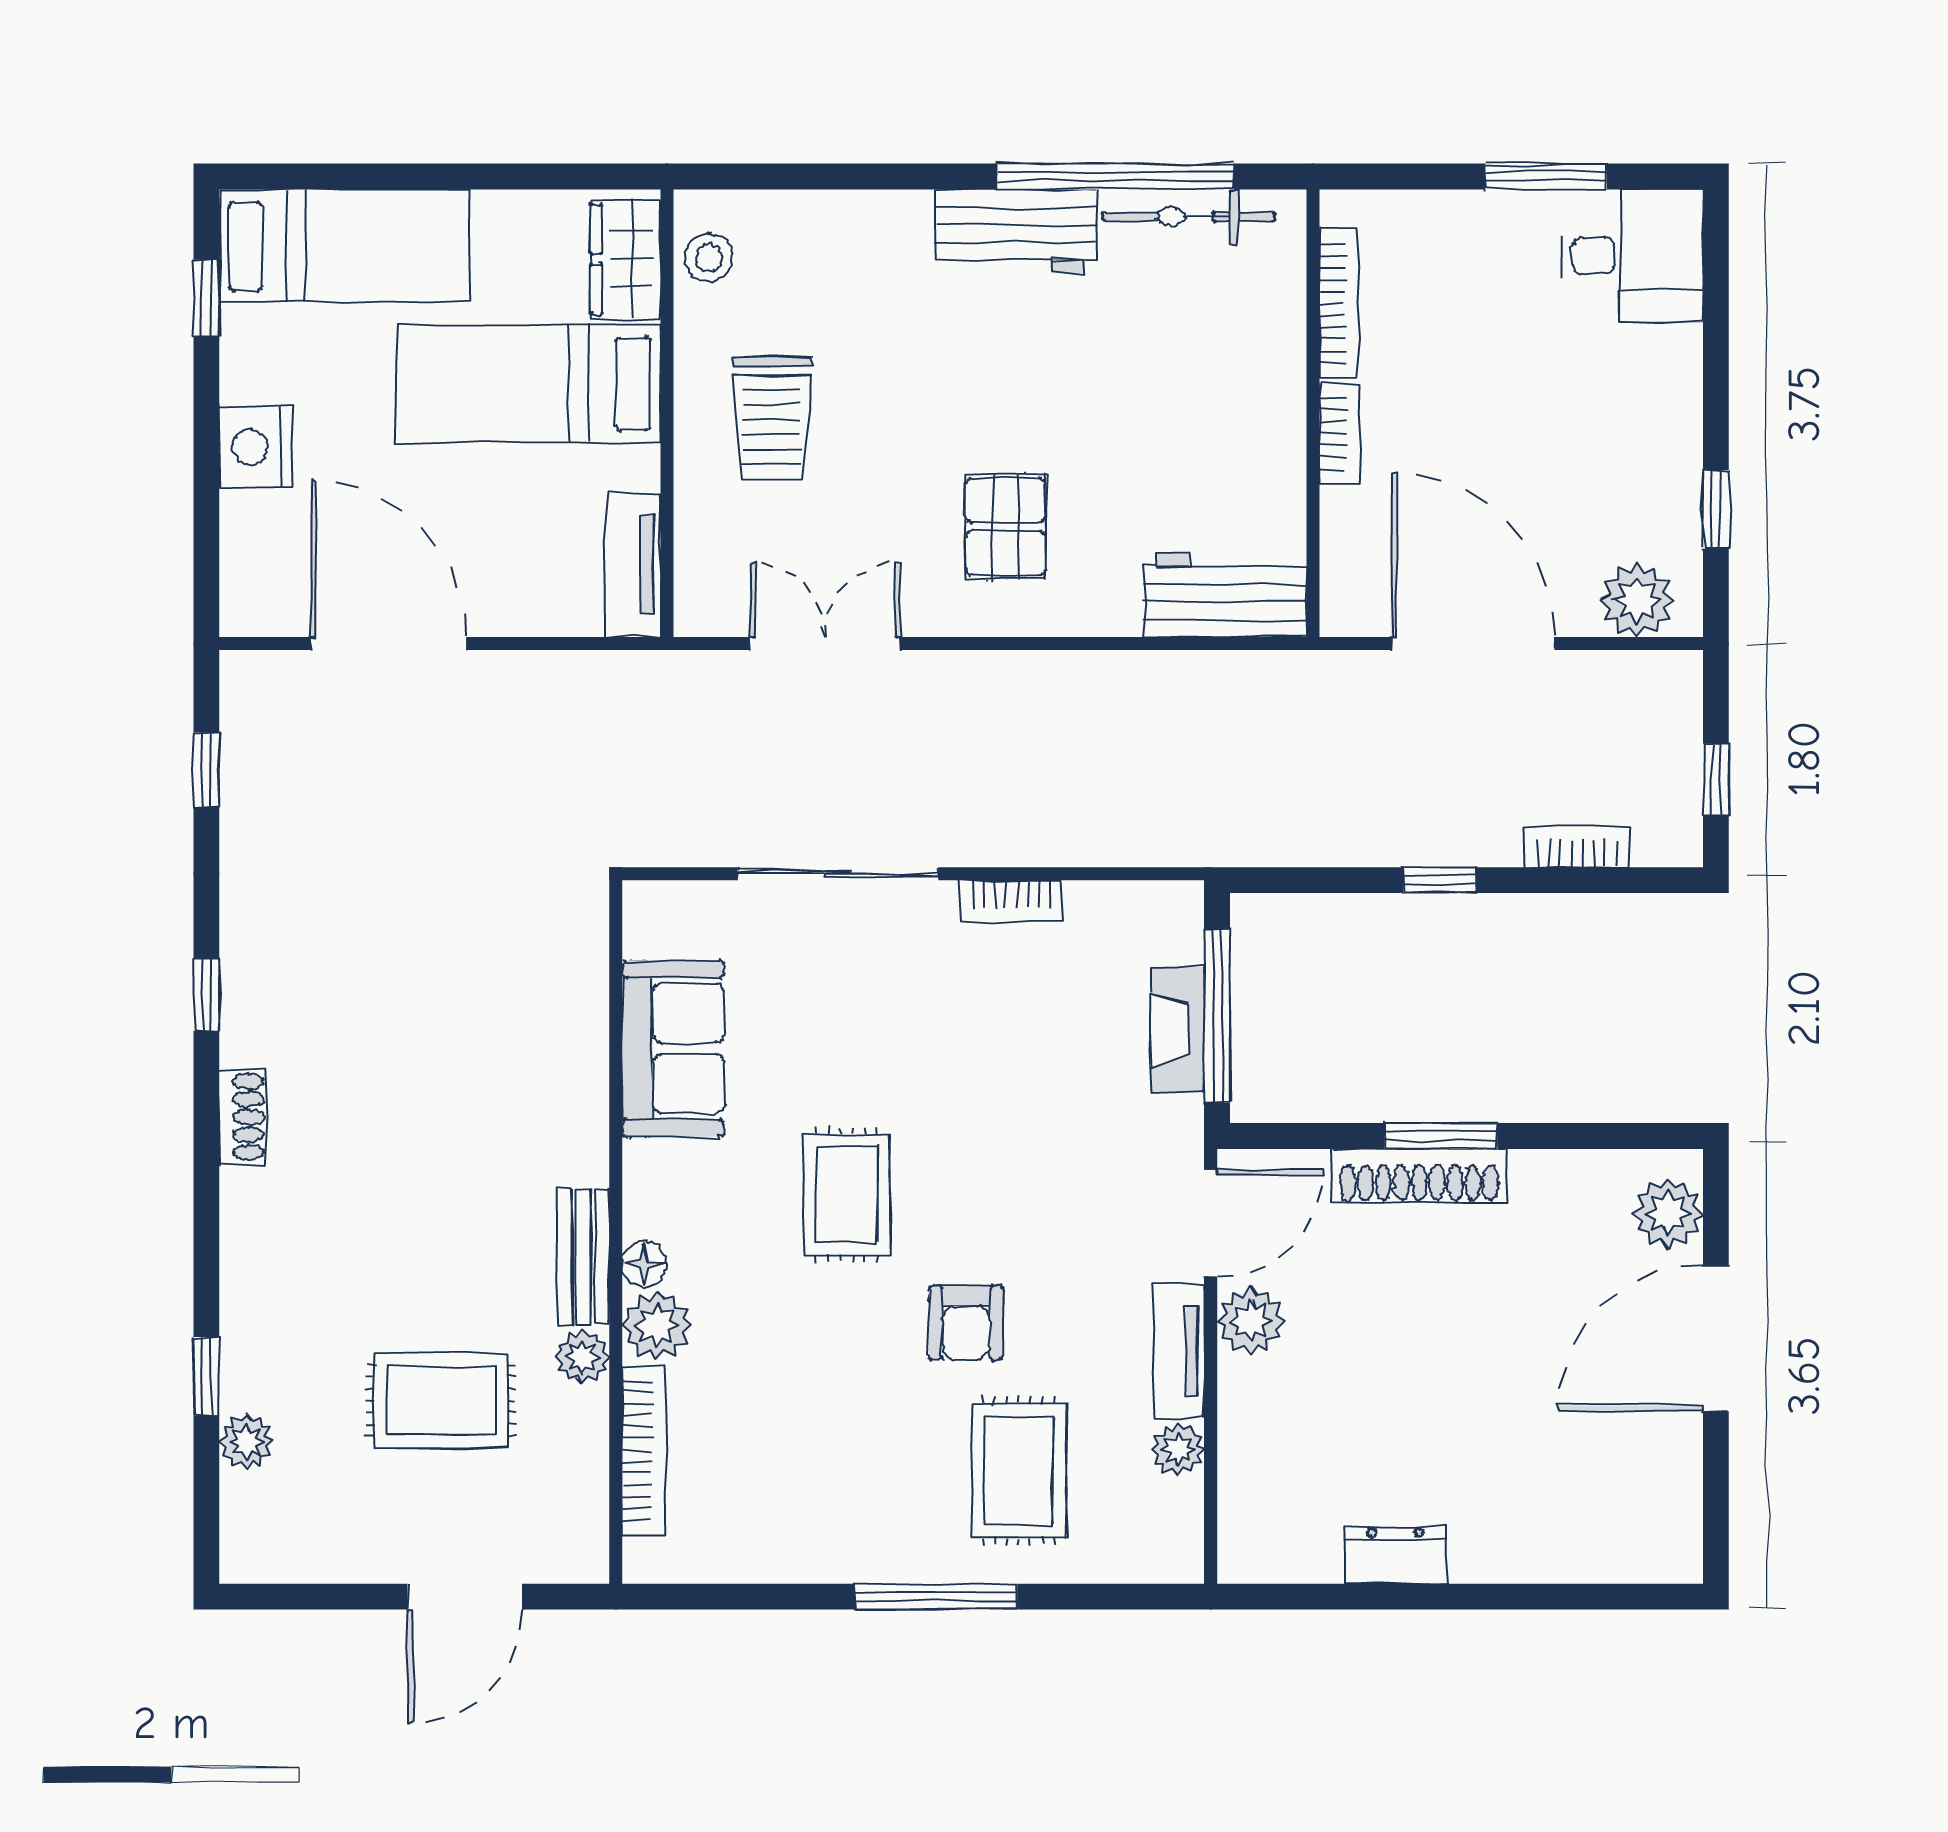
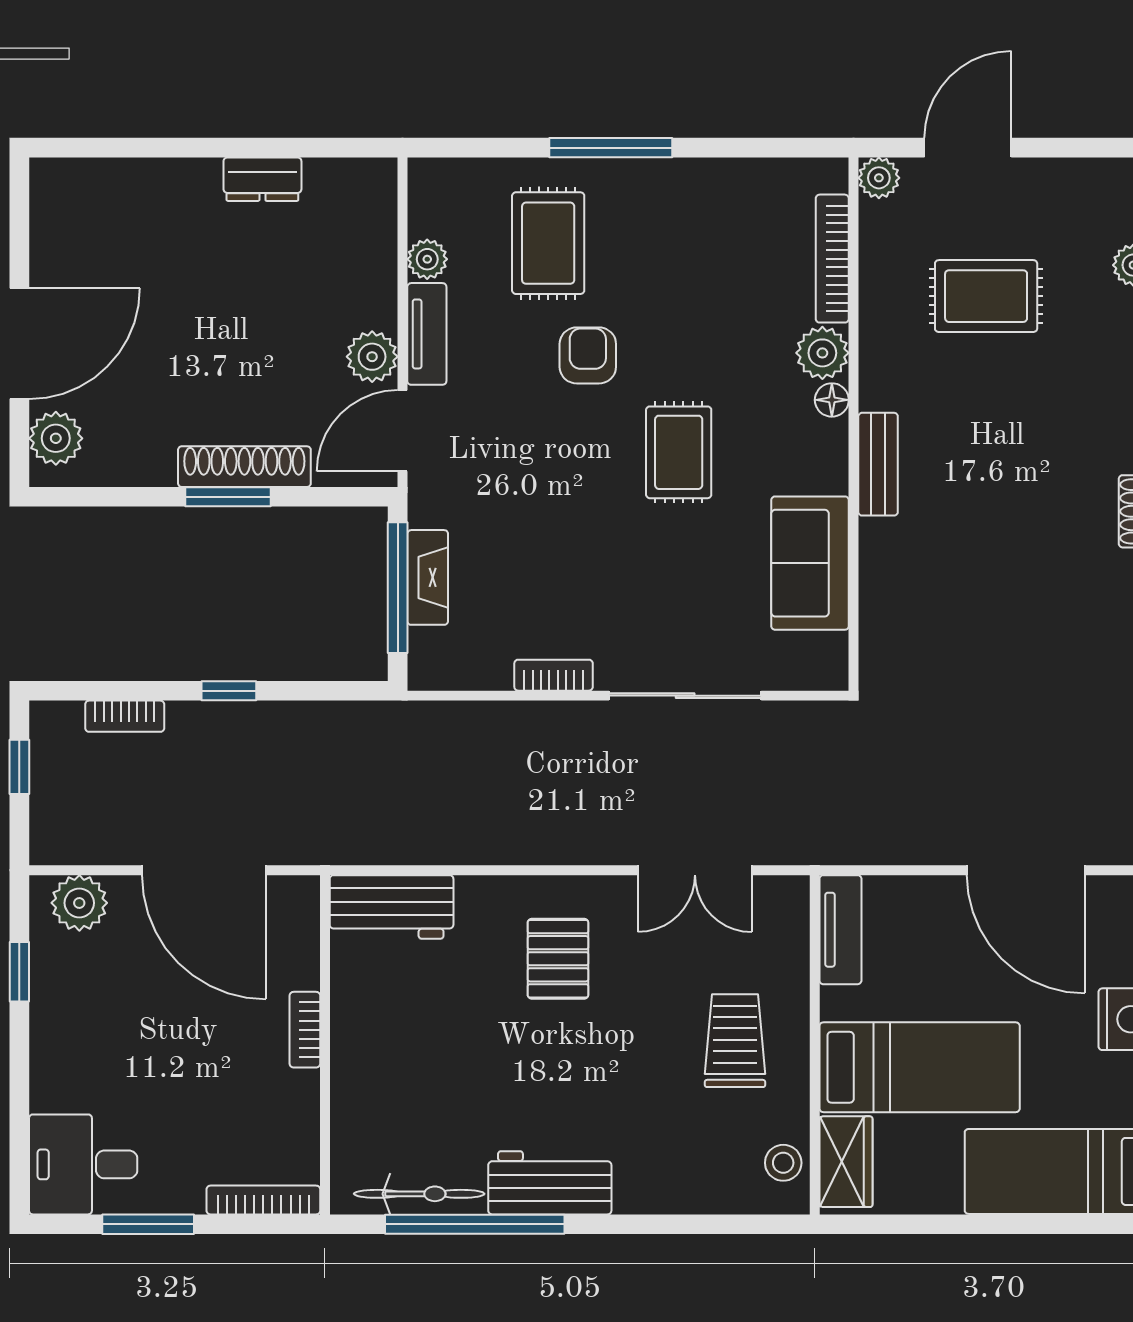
bookcase: (1339, 303) -> (263, 1200), moved, turned 90
bench: (583, 1257) -> (878, 464), moved
plant: (582, 1357) -> (879, 178), moved

